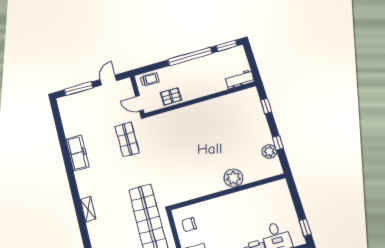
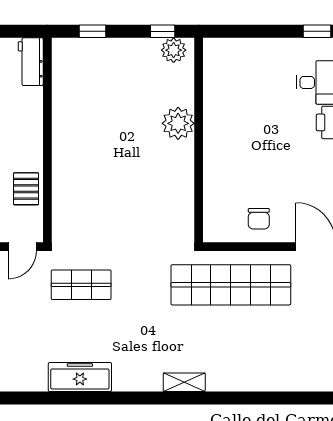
plant: (233, 178) -> (178, 123), moved
wall: (227, 192) -> (199, 140), moved

